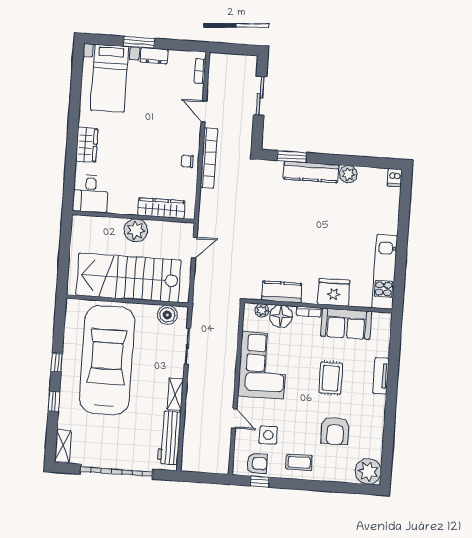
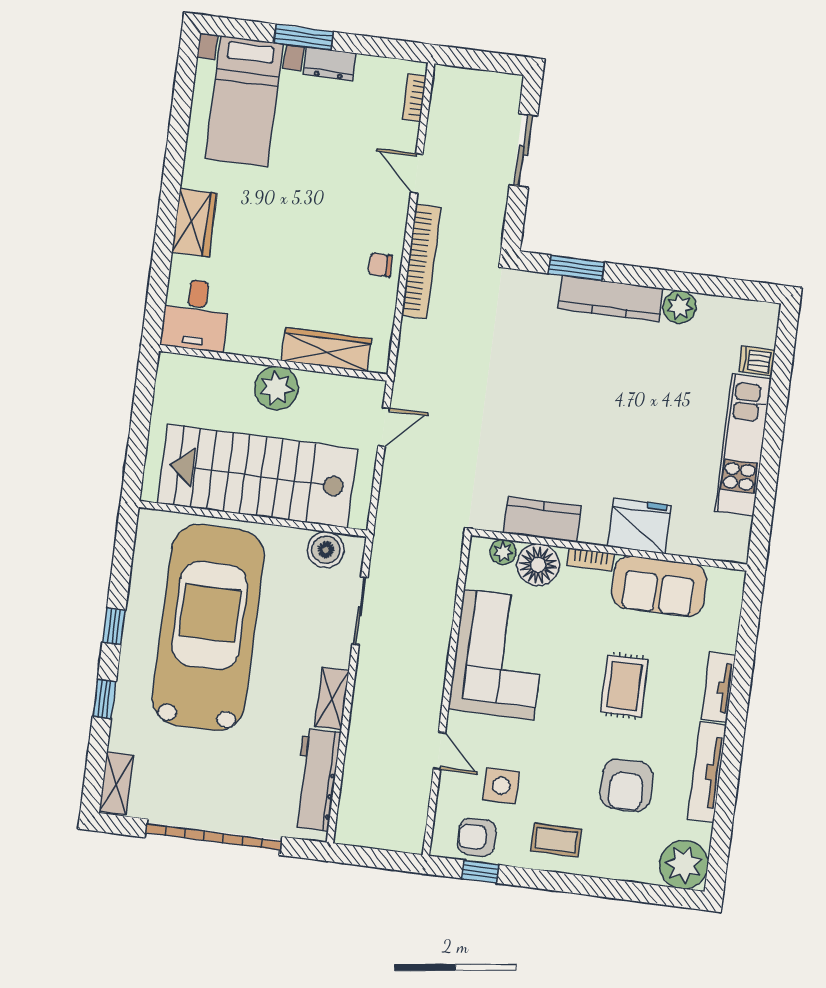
dishwasher: (395, 178) -> (757, 361), moved, turned 90
kitchen unit: (385, 272) -> (743, 445), moved
tv unit: (378, 421) -> (707, 772), added
armchair: (257, 463) -> (477, 837), turned 180

